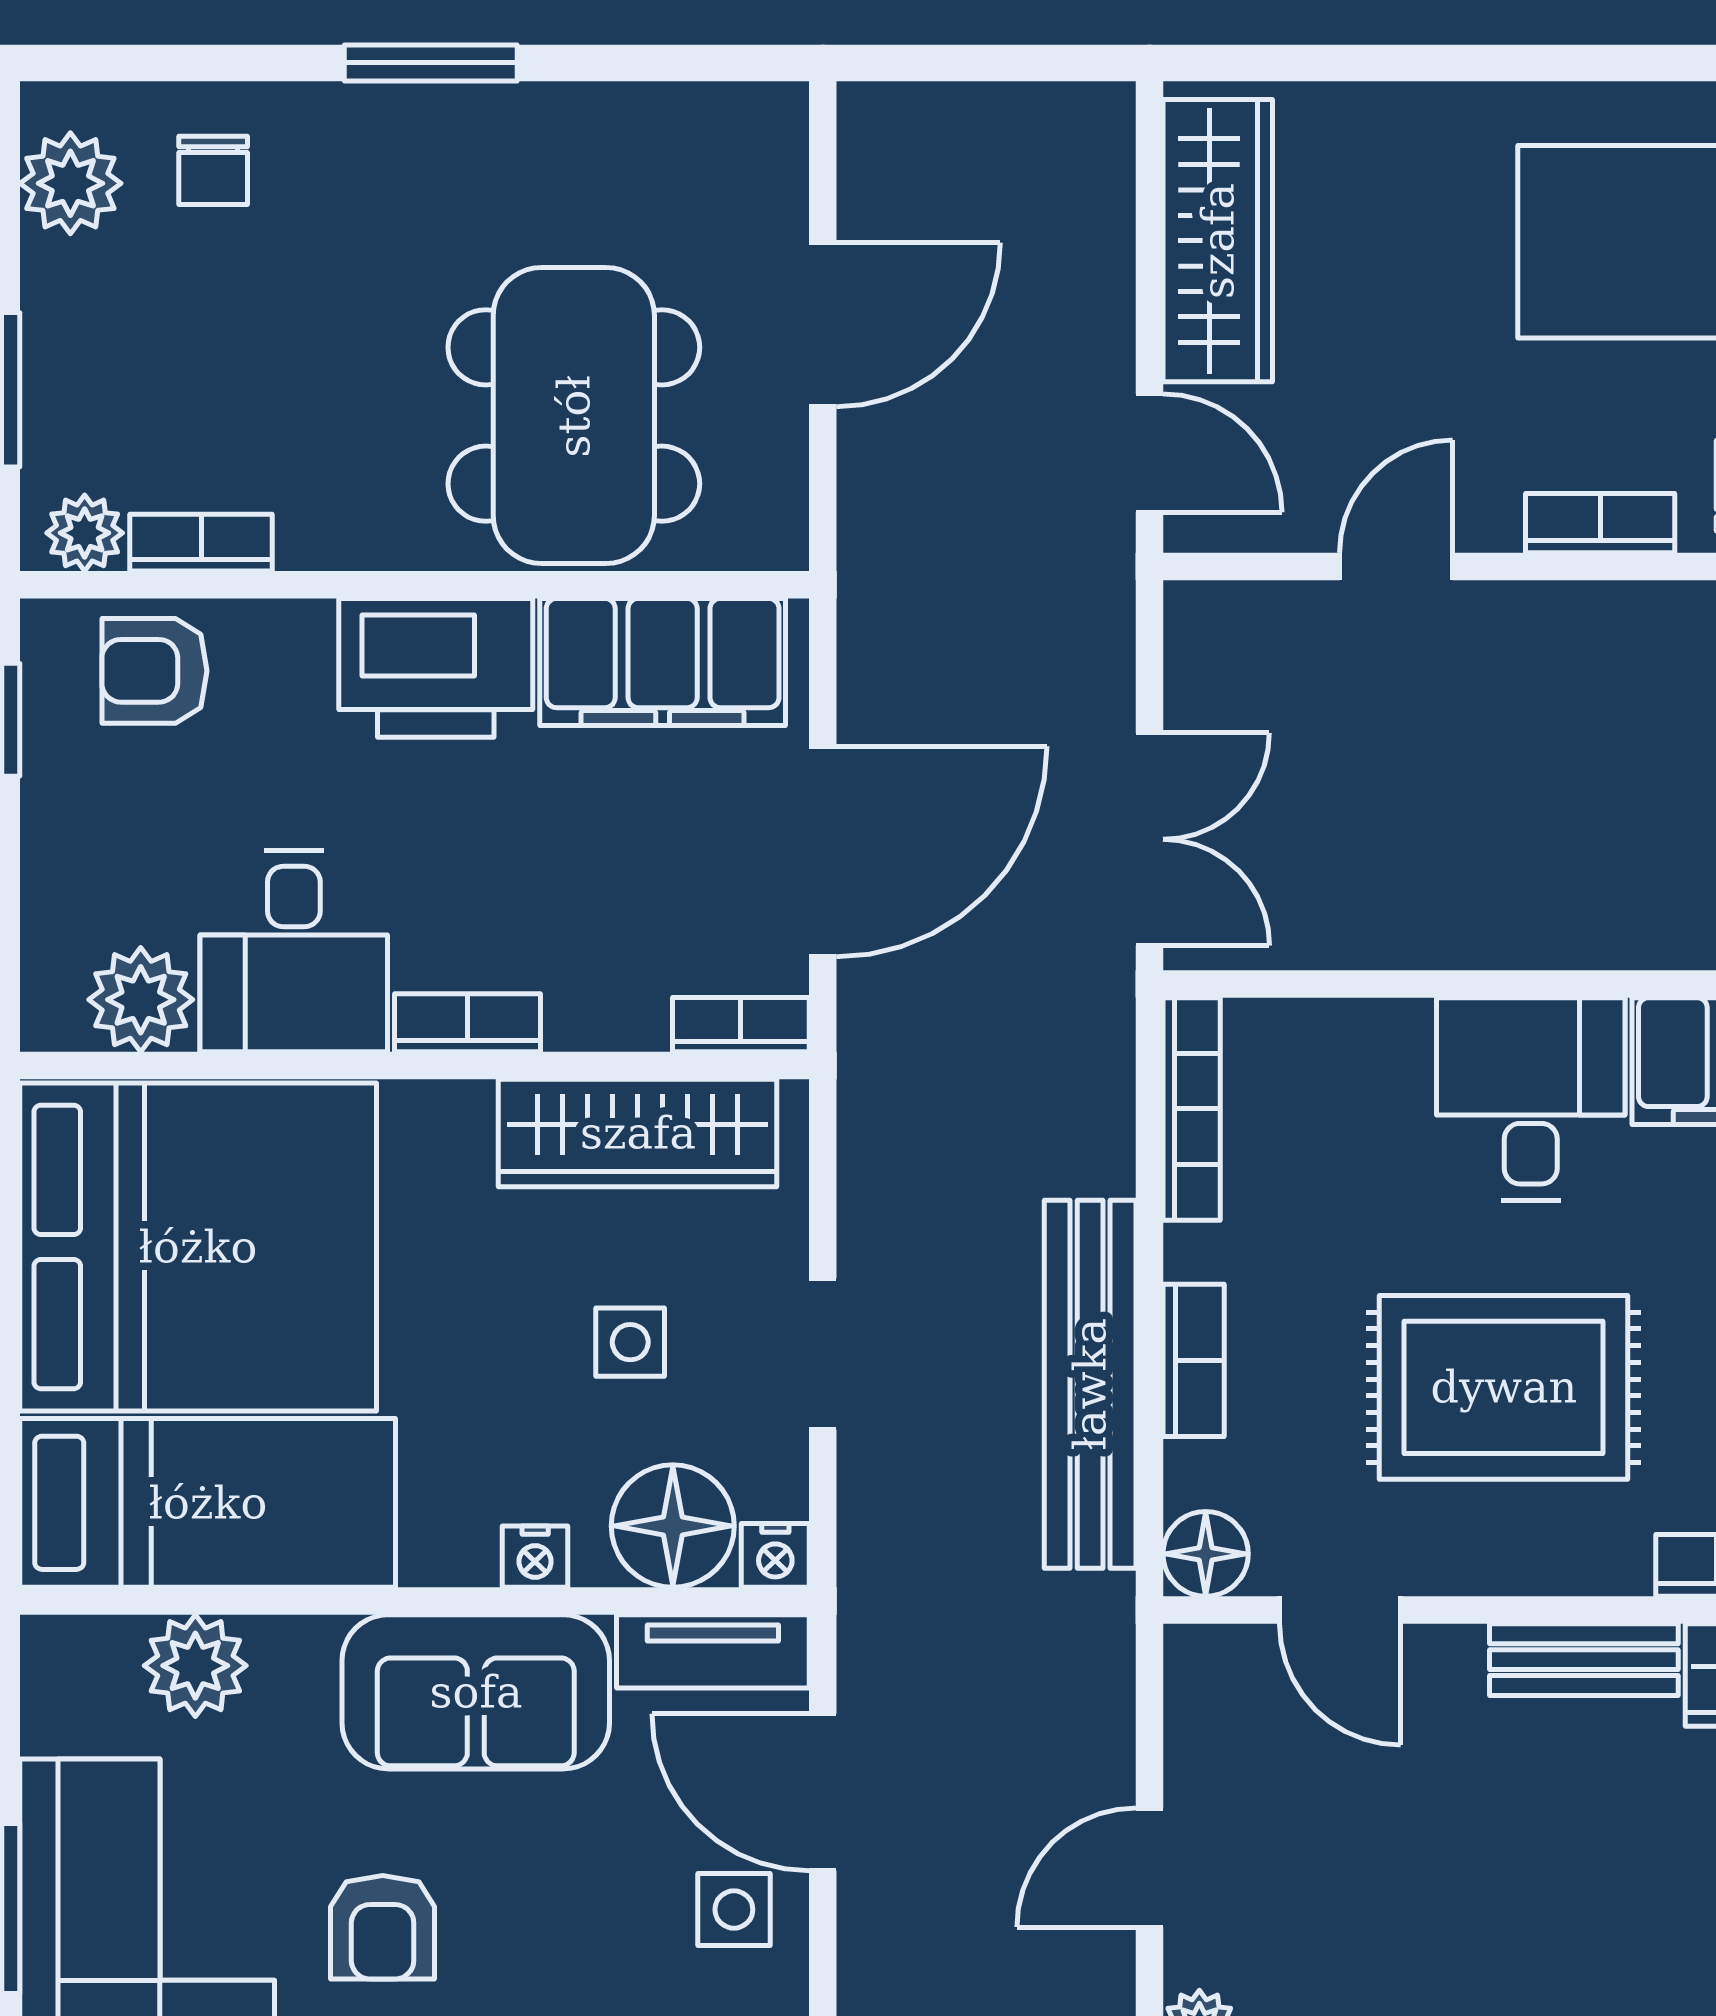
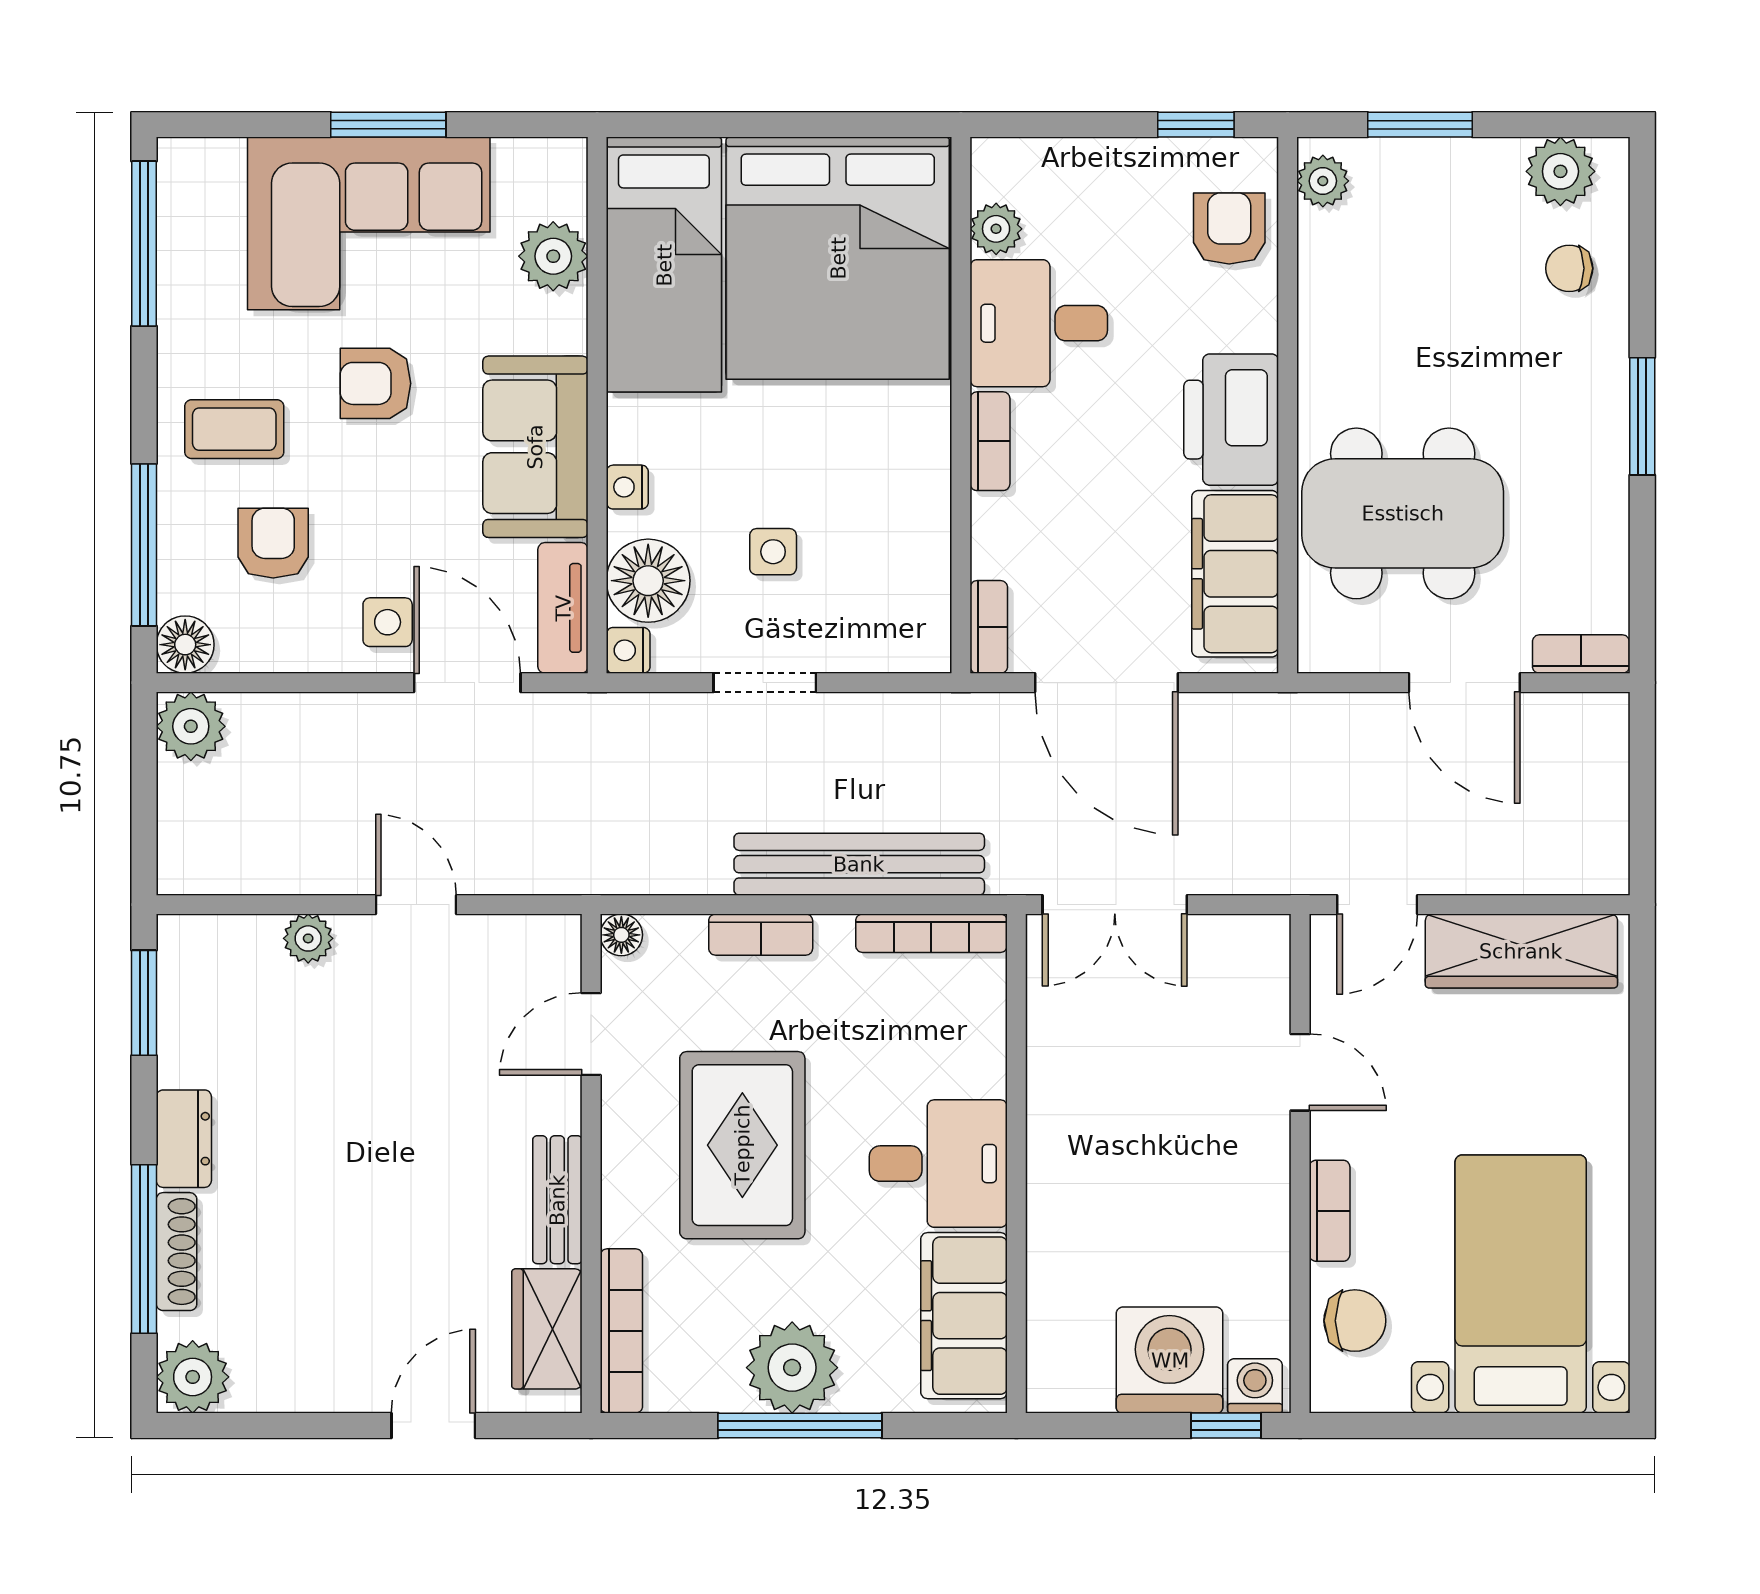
bookcase: (201, 543) -> (1581, 654), moved, turned -90
plant: (141, 1000) -> (996, 229), width x0.73, depth x0.73
wardrobe: (638, 1133) -> (915, 557), removed
bench: (1090, 1384) -> (859, 864), moved
floor lamp: (1206, 1554) -> (621, 935), width x0.73, depth x0.73
door: (823, 1792) -> (467, 683), hinge flipped

